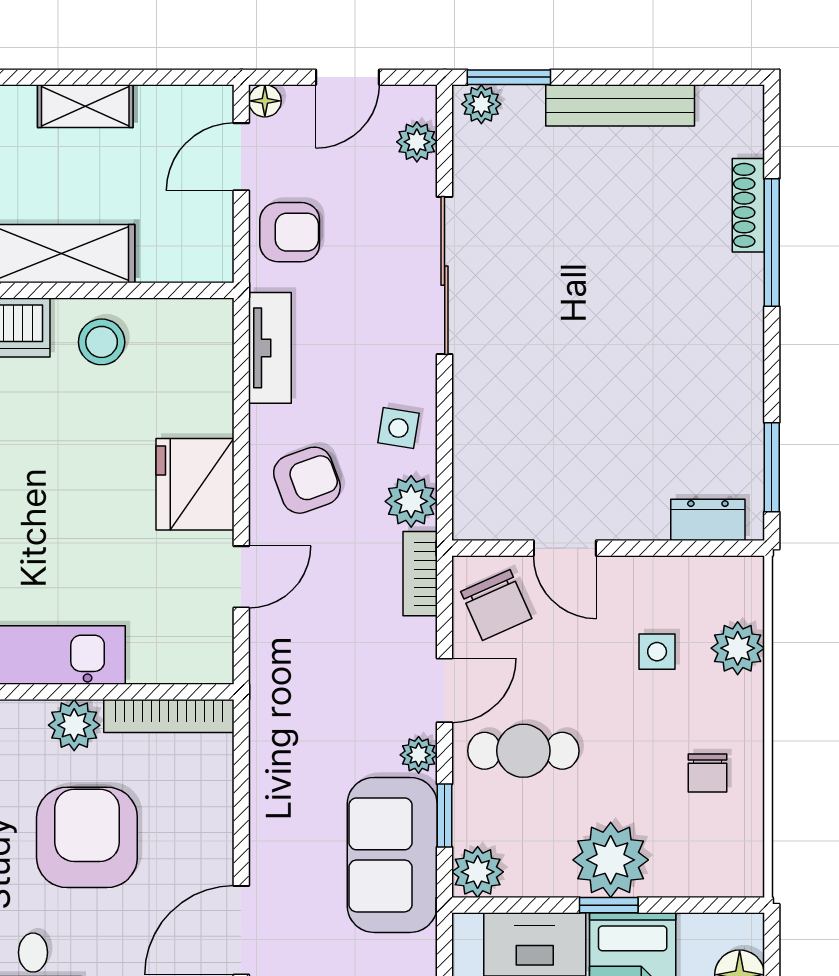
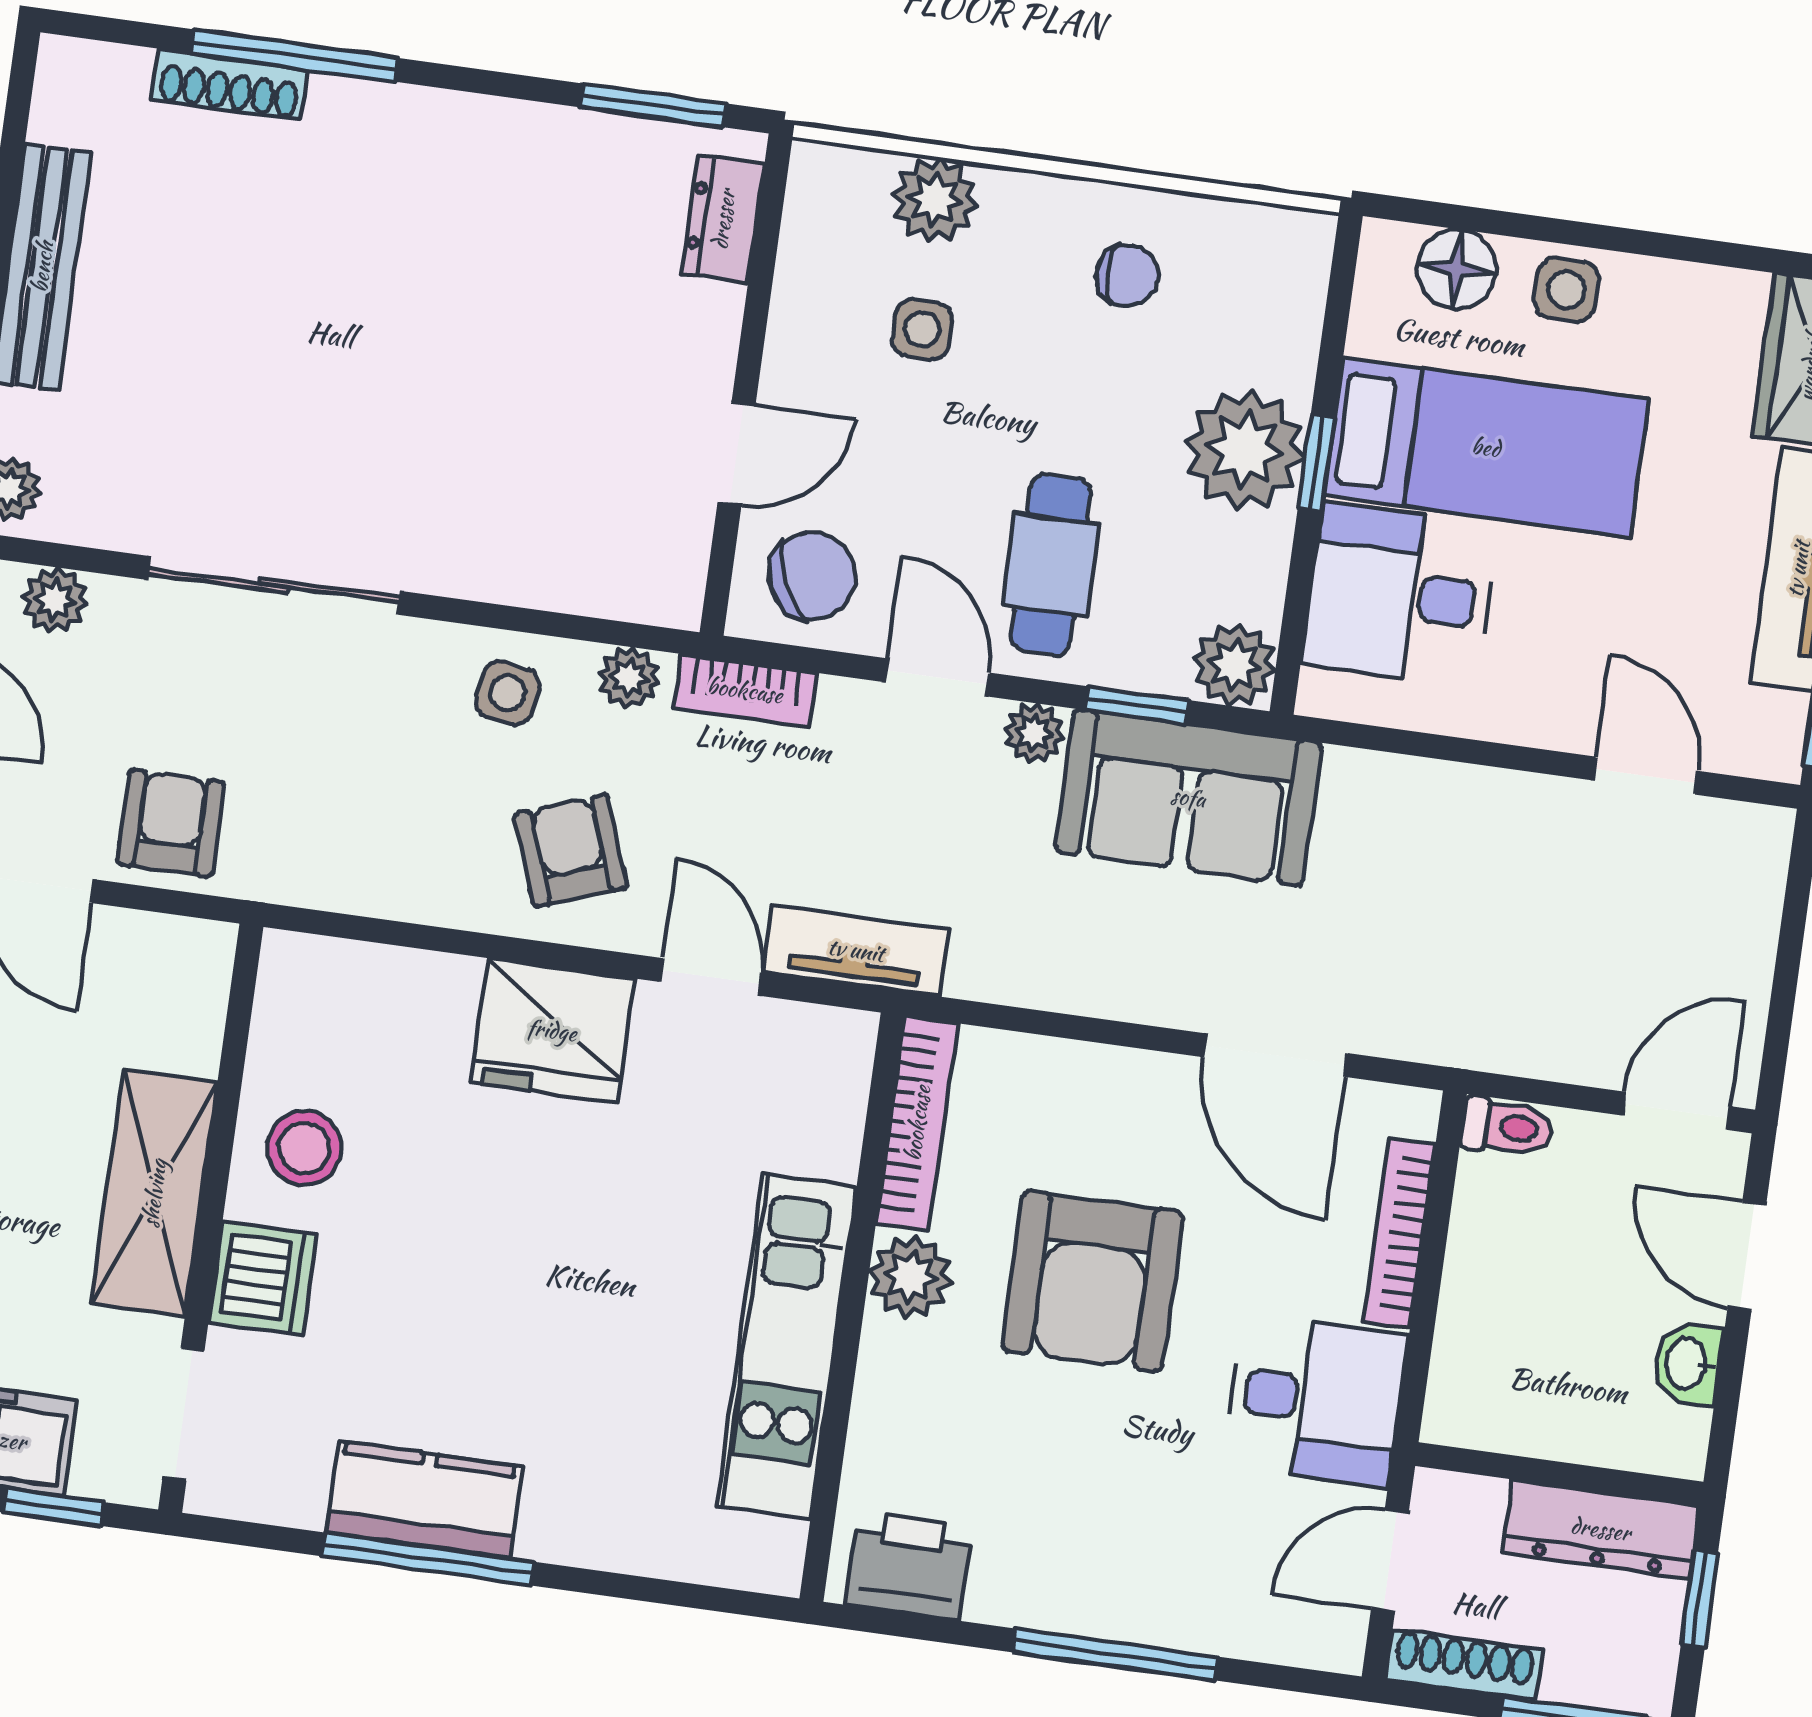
tv unit: (270, 348) -> (856, 950), moved
plant: (411, 501) -> (629, 678), width x0.73, depth x0.73
armchair: (87, 837) -> (1093, 1281), turned -90

